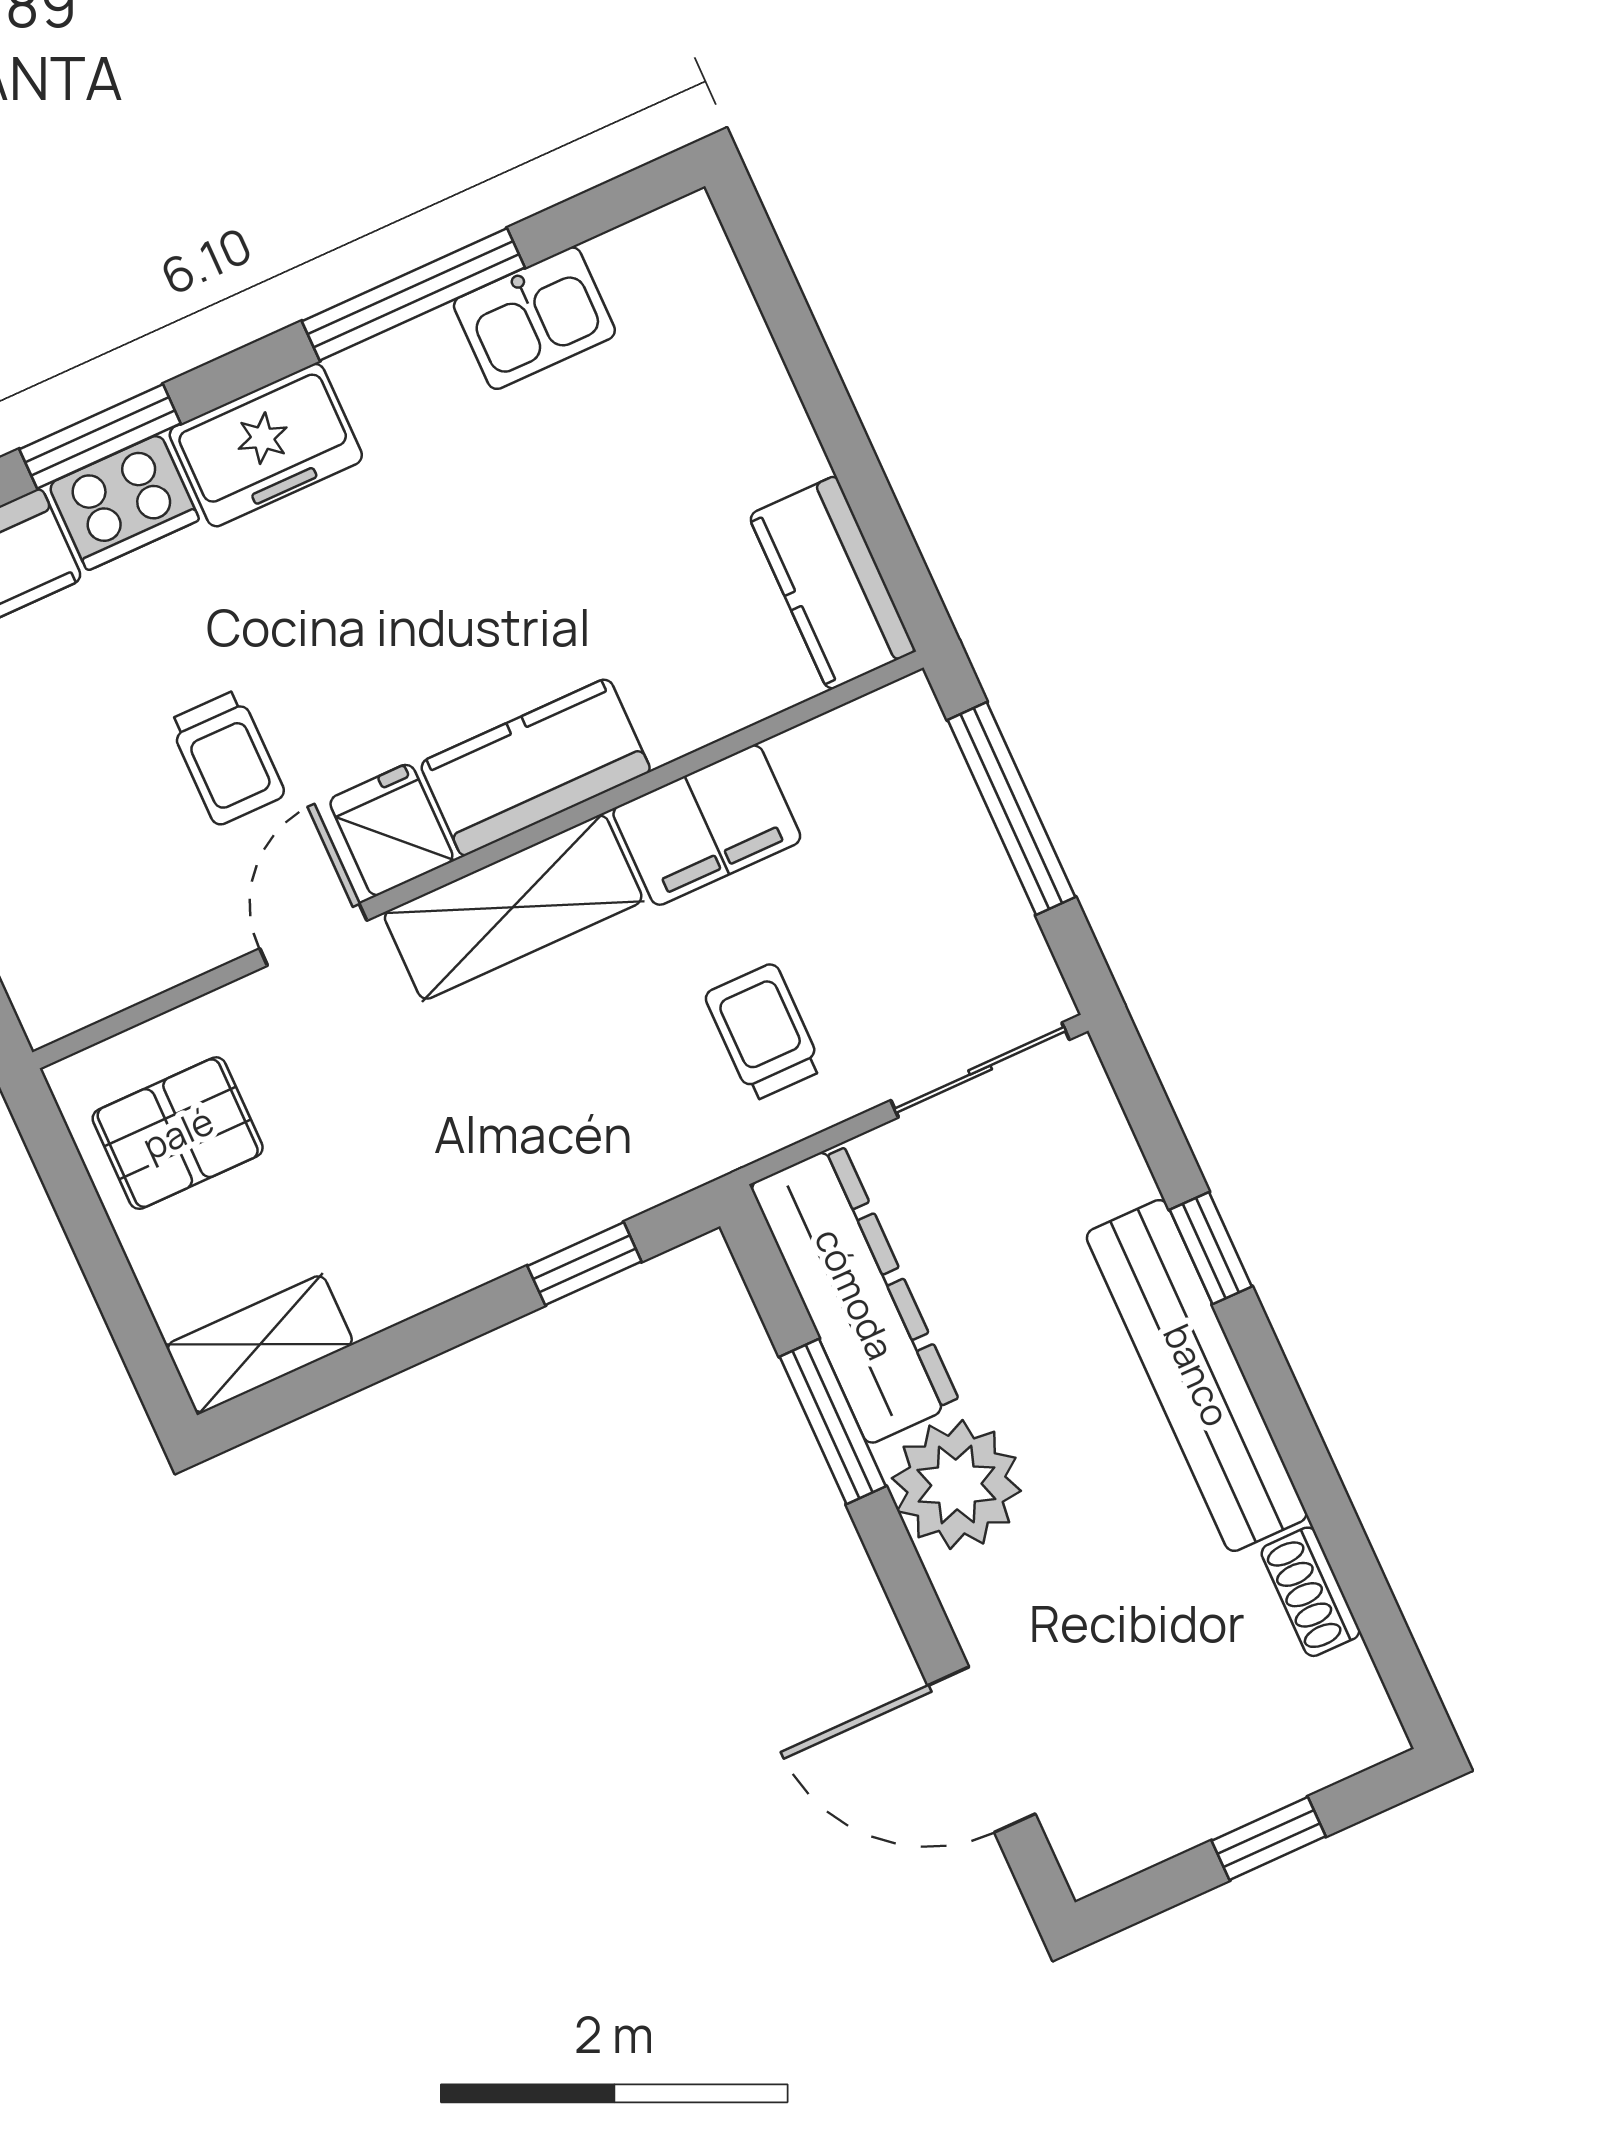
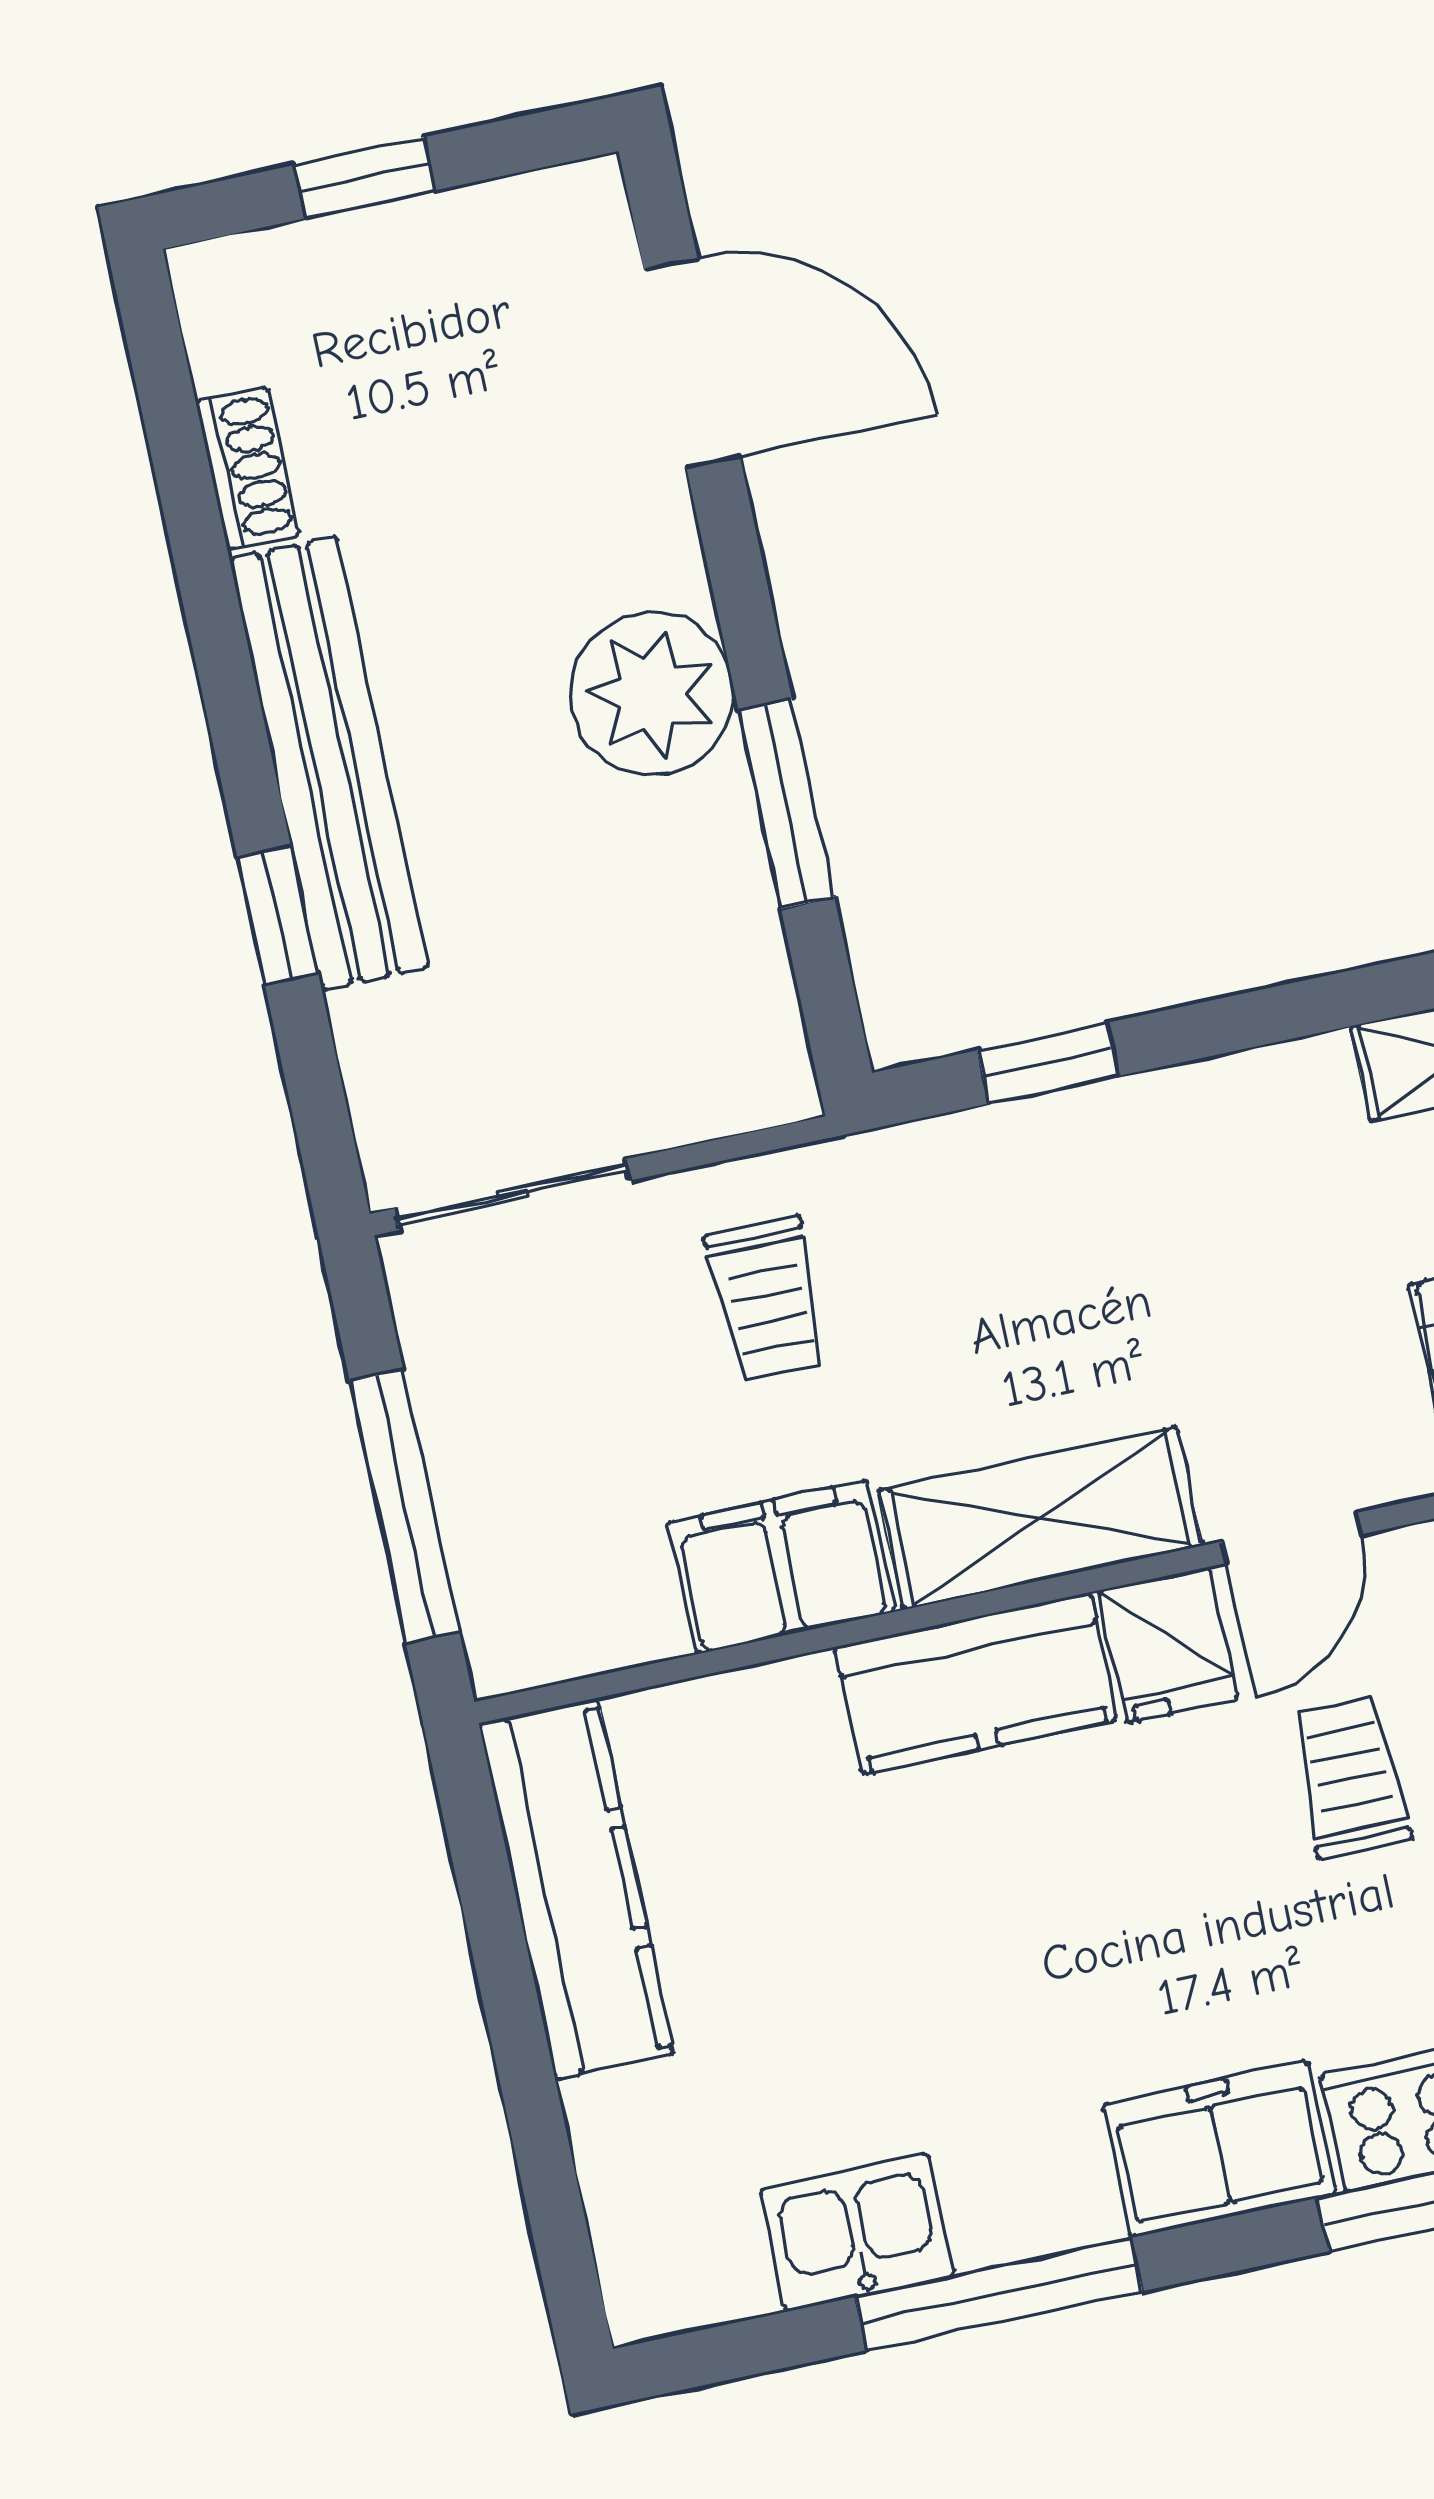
kitchen counter: (832, 583) -> (576, 1889), width x1.50
dresser: (855, 1294) -> (725, 954), removed

